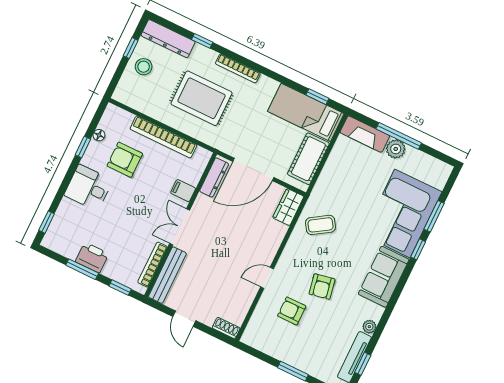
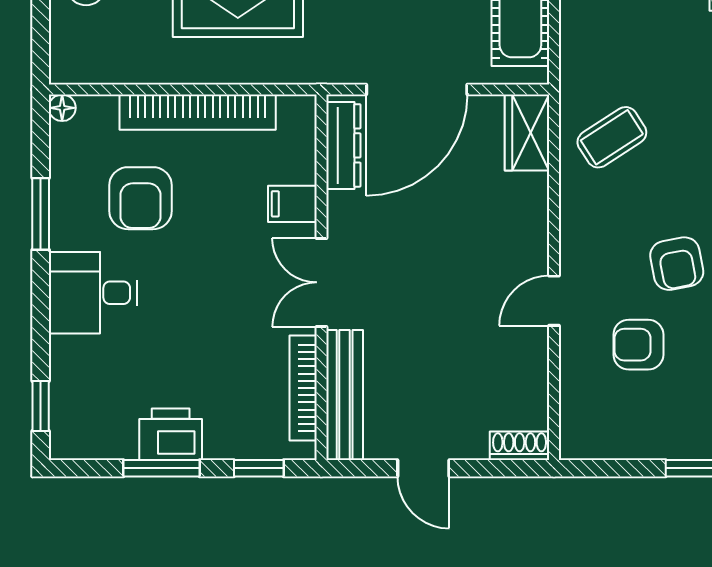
floor lamp: (99, 135) -> (62, 108), moved
window: (83, 147) -> (41, 214), width x1.50
armchair: (125, 160) -> (141, 198), turned -90

